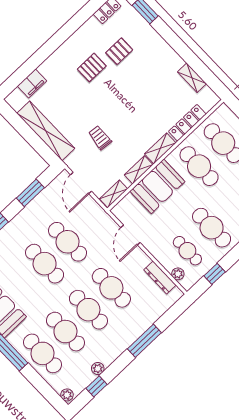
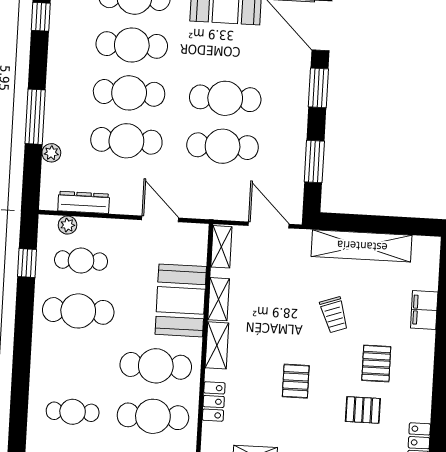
pallet: (119, 51) -> (363, 410), turned 90
filing cabinet: (32, 83) -> (424, 310), moved
pallet: (139, 95) -> (296, 381), added
locker: (187, 123) -> (214, 402), width x0.66
trolley: (100, 138) -> (334, 315), moved, turned 65
plant: (98, 369) -> (51, 153), moved

